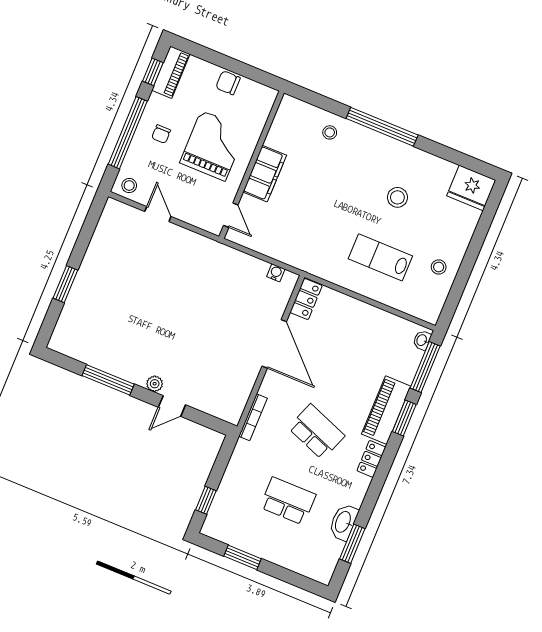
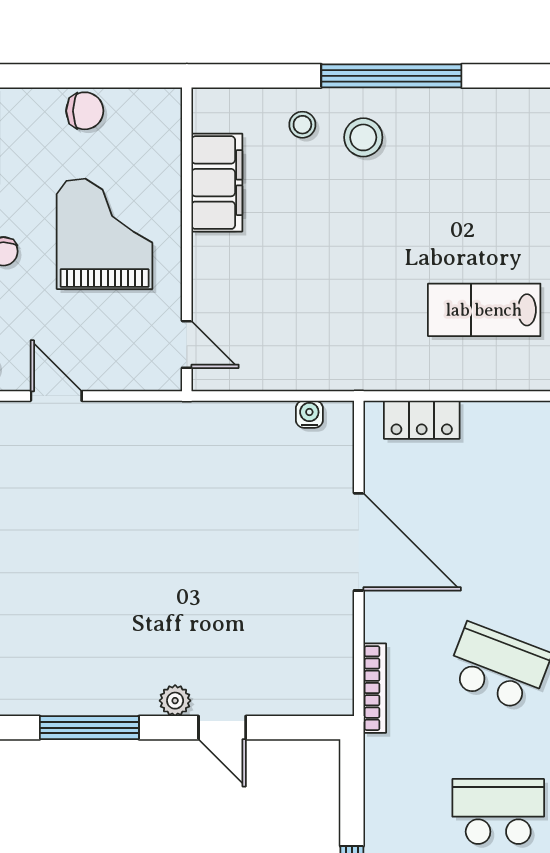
chair: (228, 83) -> (85, 111), turned 180
filing cabinet: (265, 174) -> (217, 183), moved
stool: (397, 197) -> (363, 137), moved
locker: (306, 299) -> (422, 420), moved, turned 90
door: (172, 406) -> (222, 728), hinge flipped

